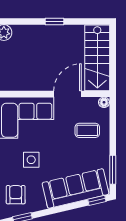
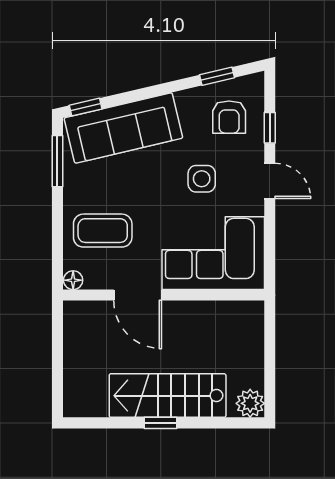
stairs: (97, 58) -> (168, 396), moved, turned -90
door: (67, 94) -> (138, 295), hinge flipped
coffee table: (87, 130) -> (103, 231), width x1.36, depth x1.30

